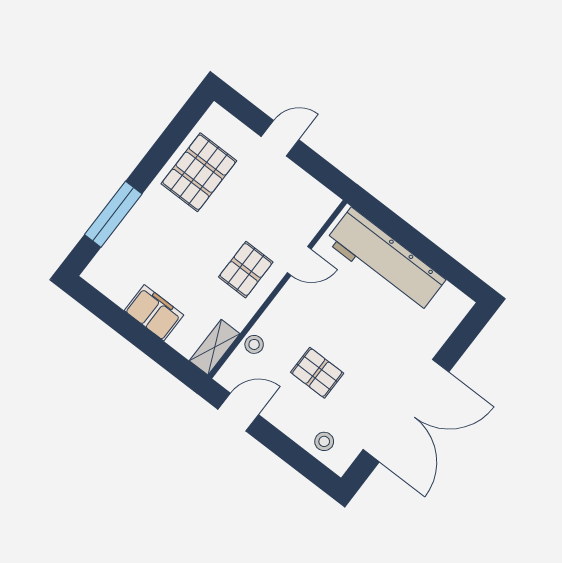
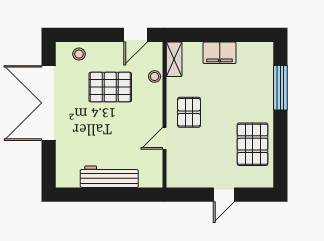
workbench: (386, 260) -> (109, 177), width x0.73, depth x0.76
pallet: (317, 373) -> (110, 87), width x1.50, depth x1.42

